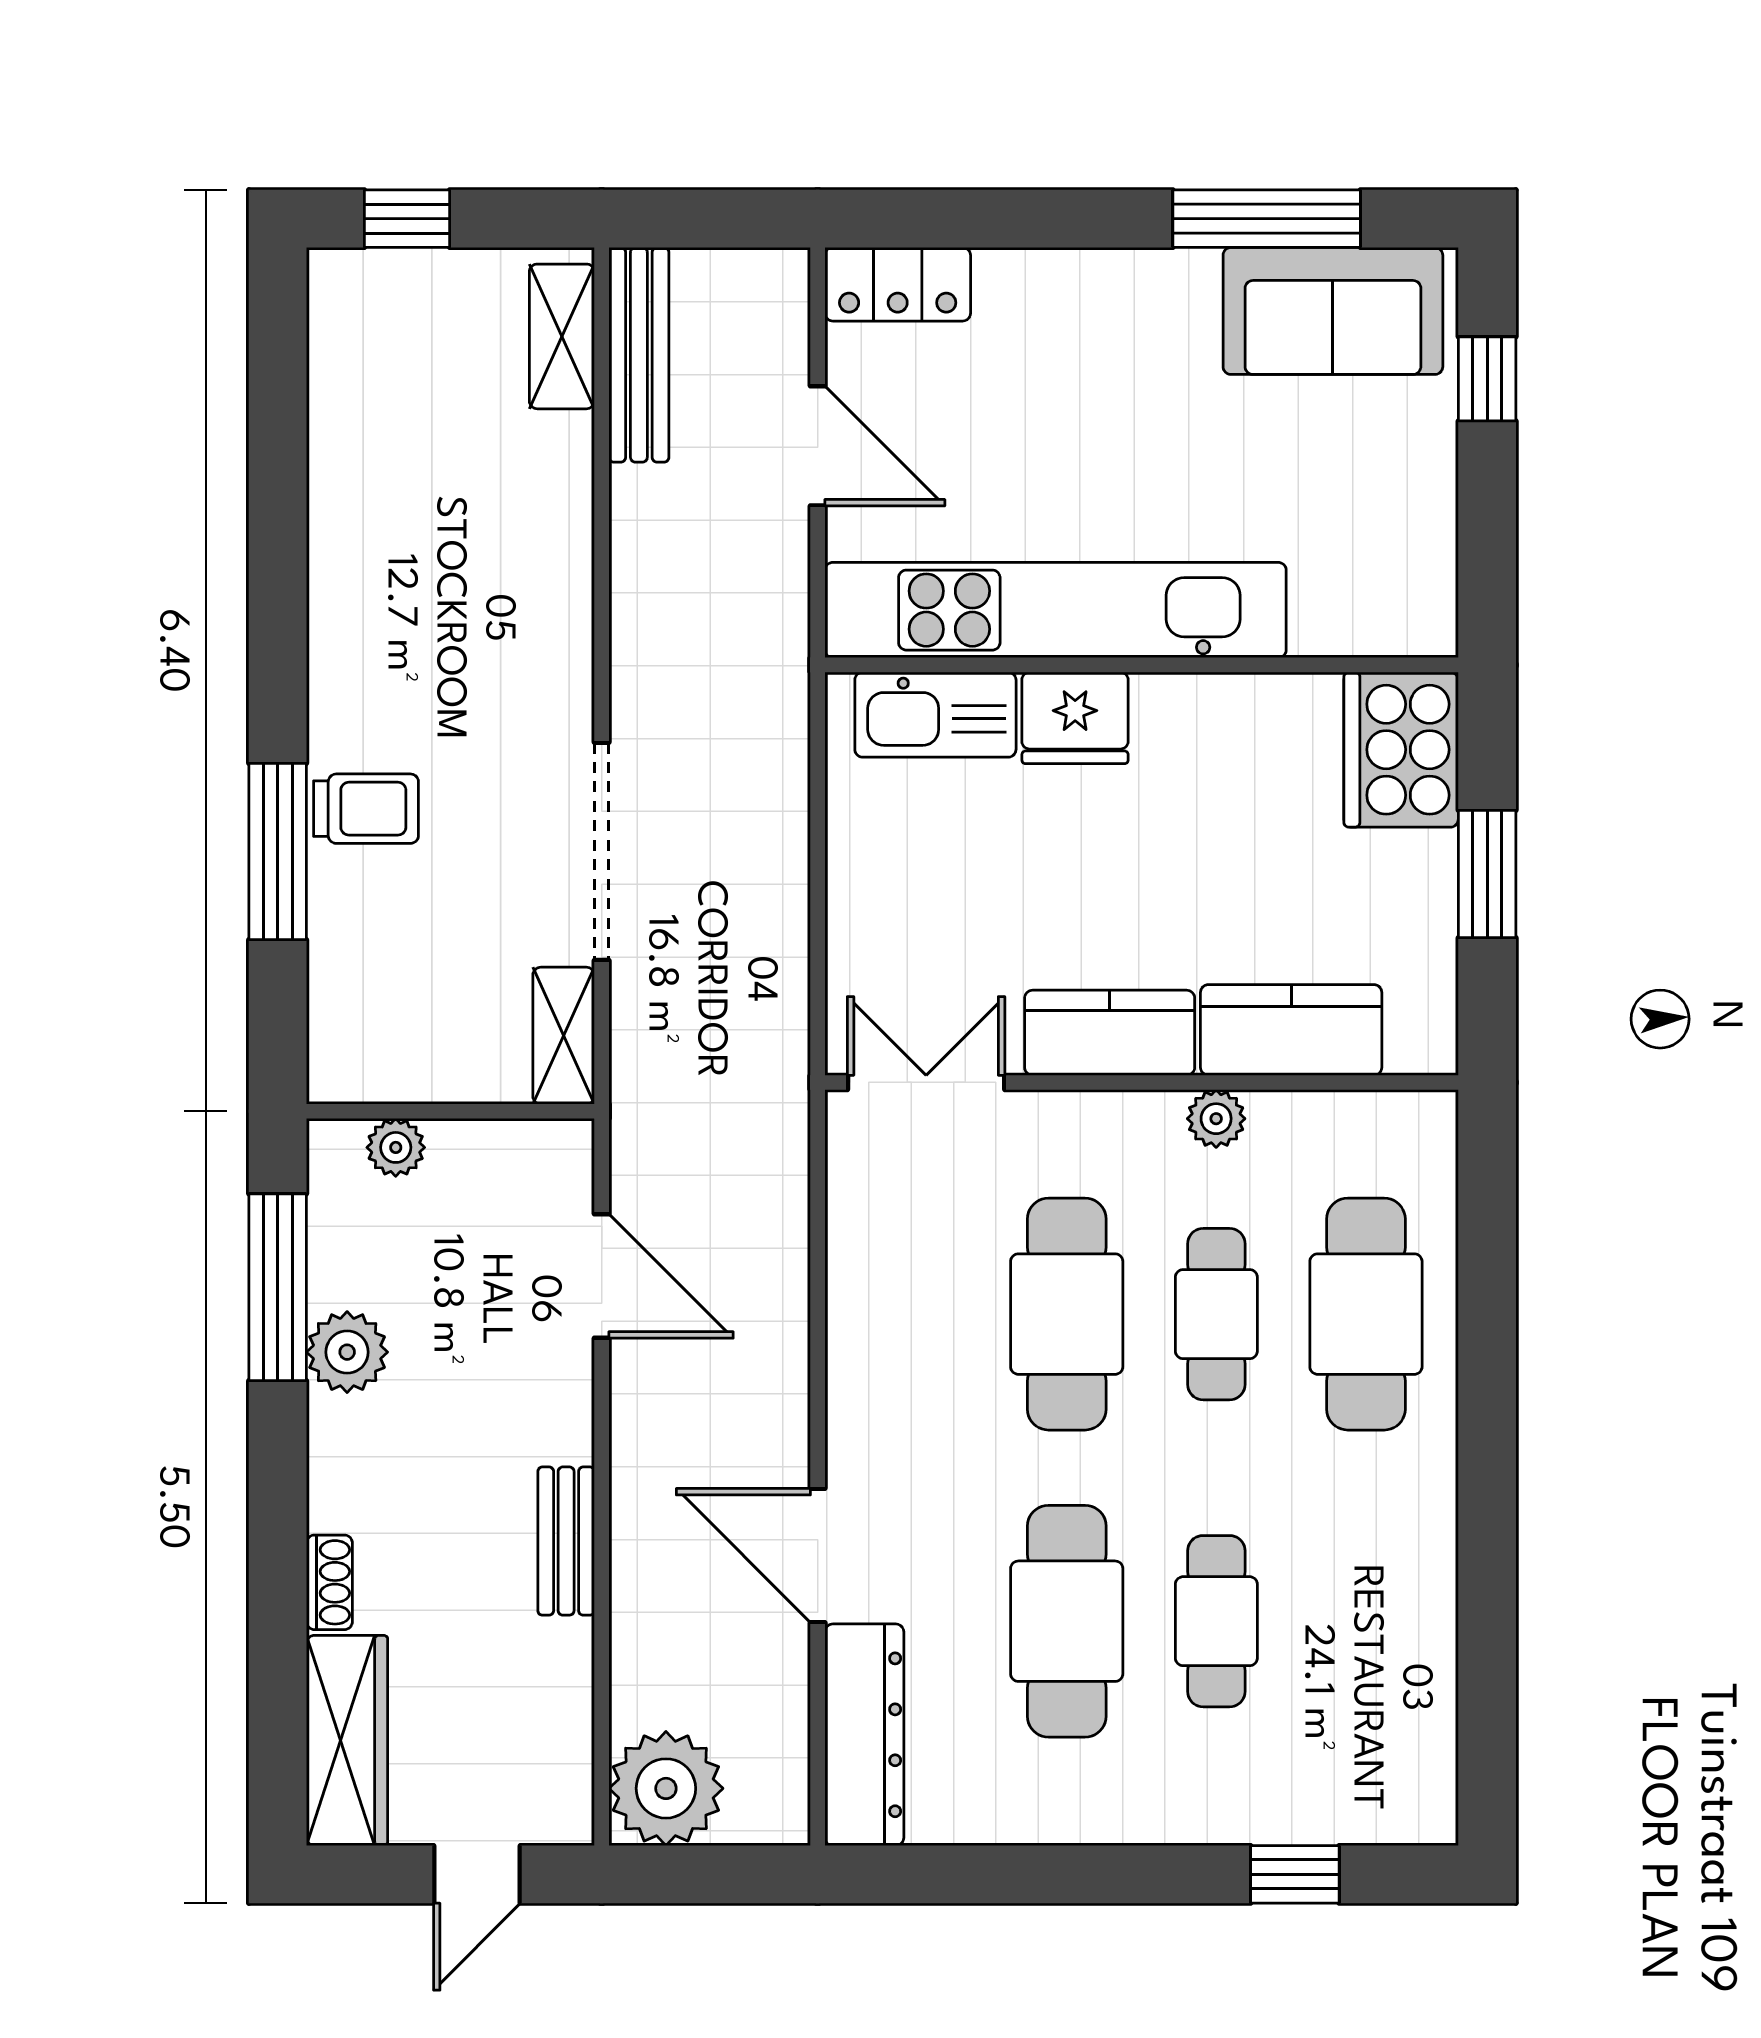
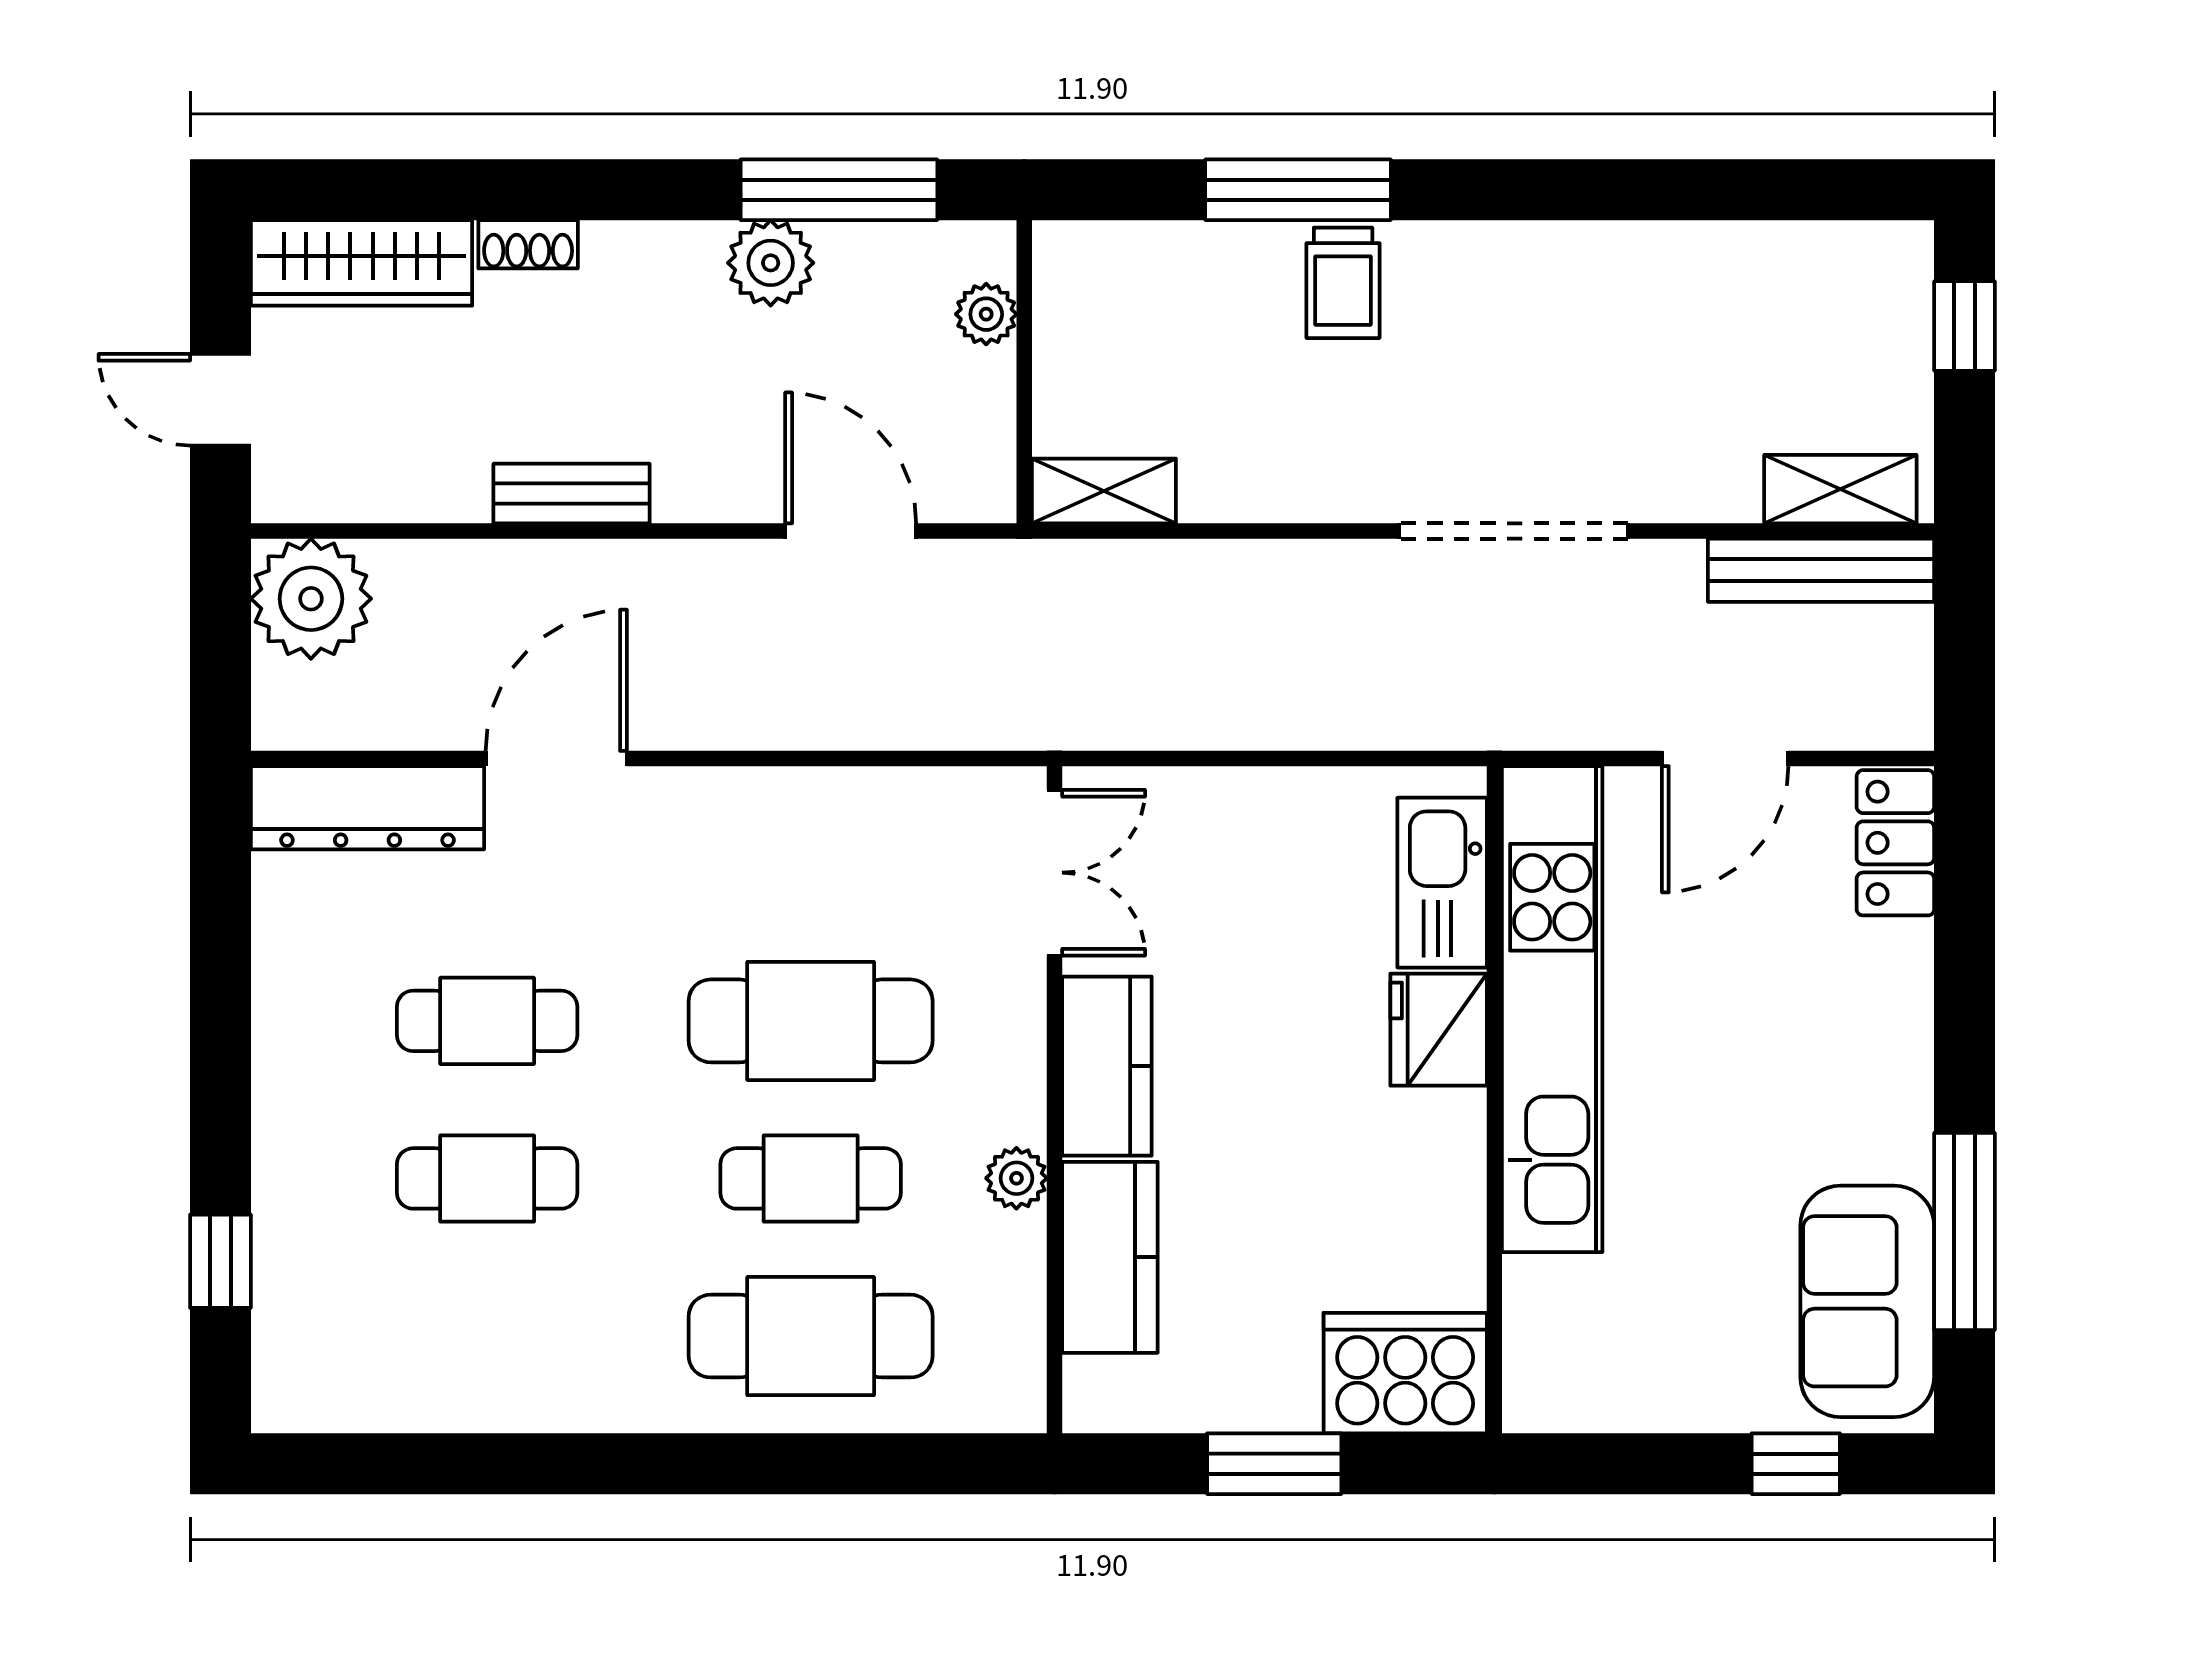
doorway: (602, 851) -> (1514, 531), moved
door: (602, 1276) -> (851, 531), swing flipped
cafe table: (1067, 1621) -> (487, 1021), width x0.73, depth x0.74

